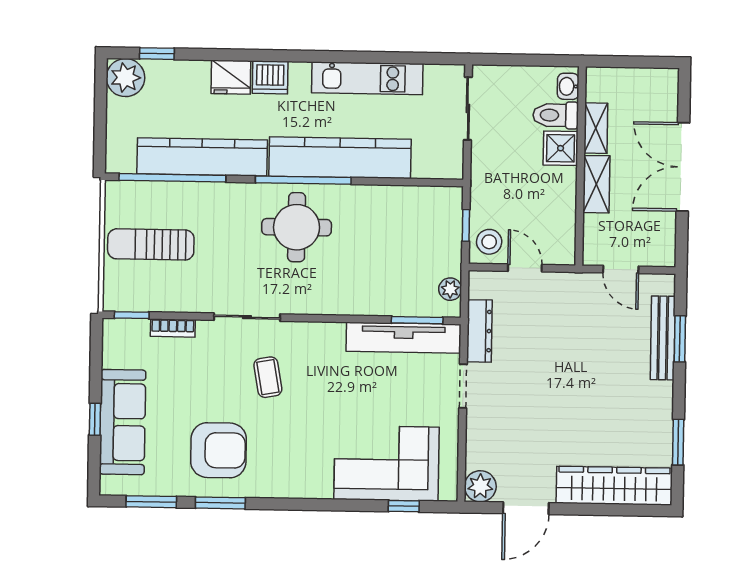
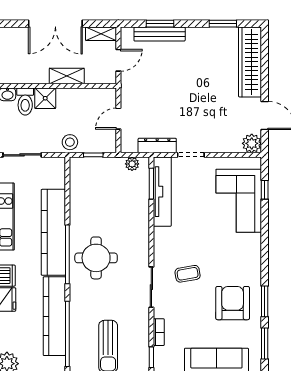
shelving: (596, 128) -> (101, 34), moved
stool: (489, 242) -> (70, 142), moved

